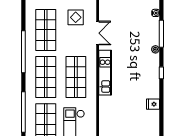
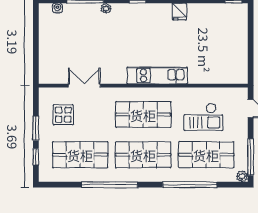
kitchen unit: (105, 73) -> (157, 75), moved

